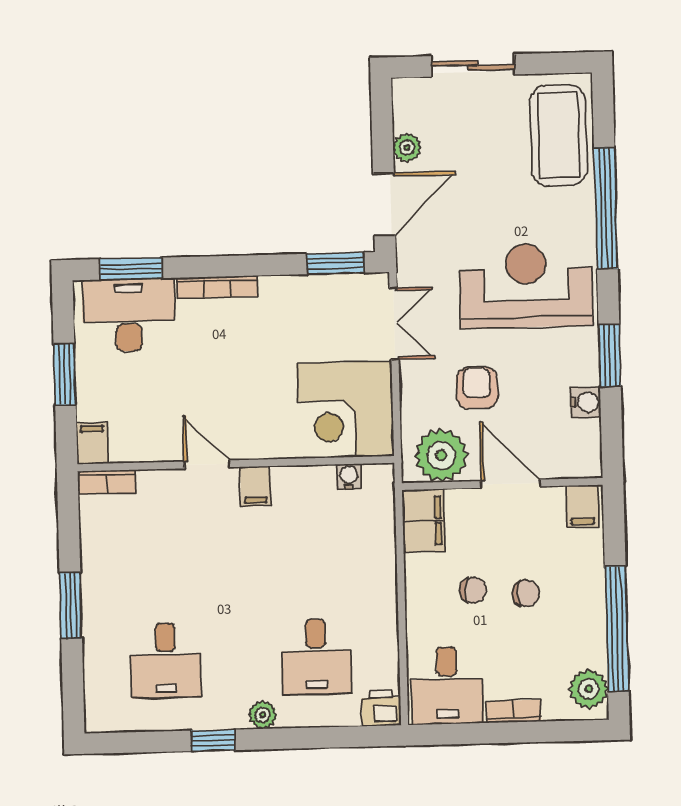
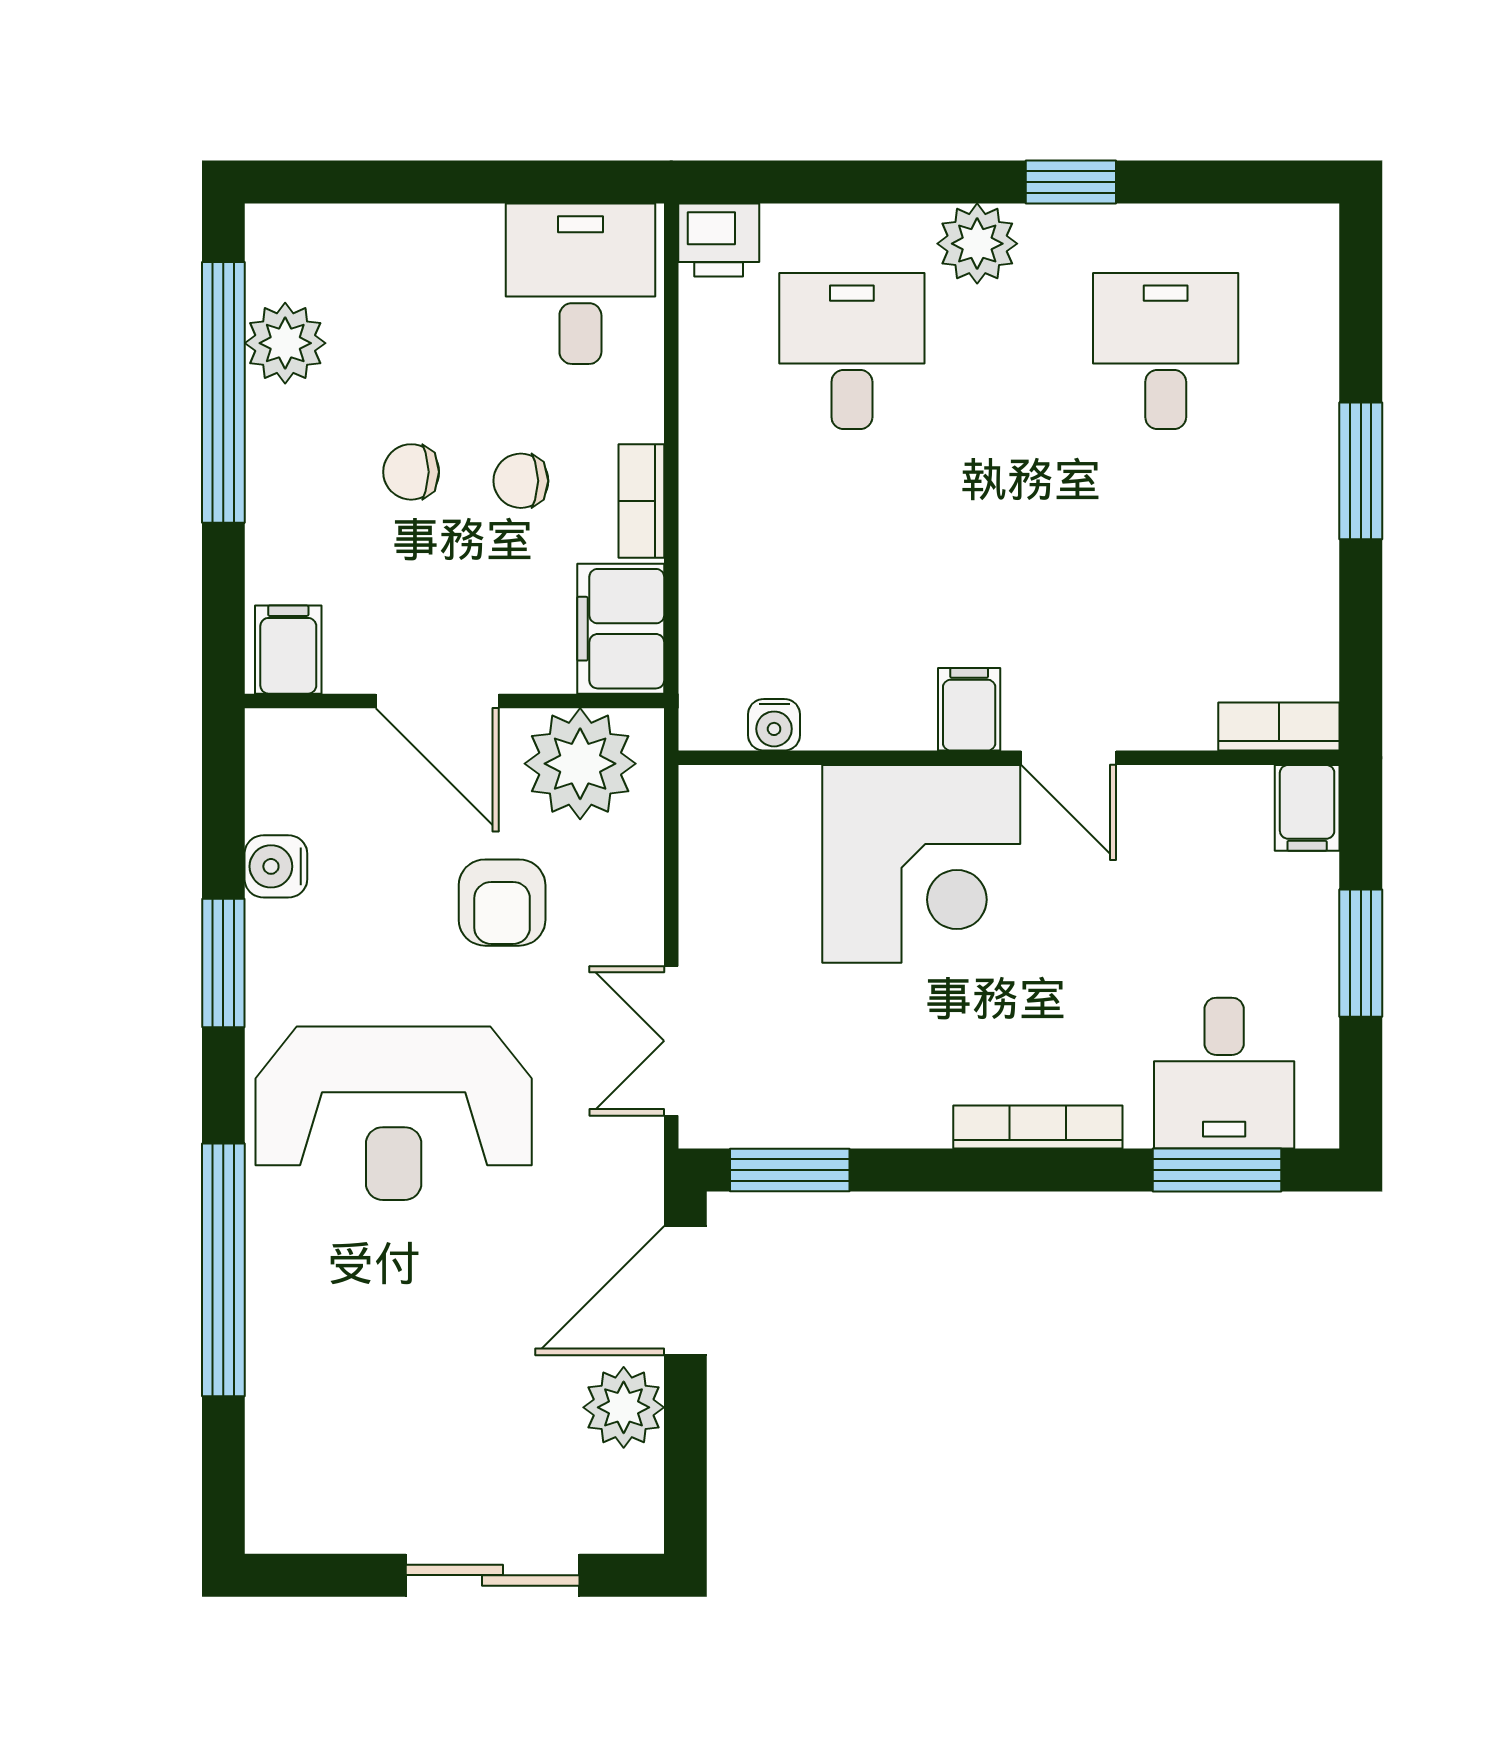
coffee table: (559, 136) -> (318, 1424), removed
plant: (407, 148) -> (624, 1407), width x1.38, depth x1.38
desk: (129, 315) -> (1224, 1073), width x0.73
corner desk: (345, 410) -> (921, 864), moved, turned 90
plant: (589, 689) -> (285, 343), moved
bookcase: (513, 711) -> (641, 501), moved, turned 90
plant: (263, 715) -> (977, 244), width x1.38, depth x1.38

